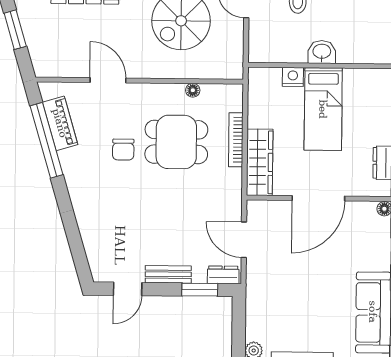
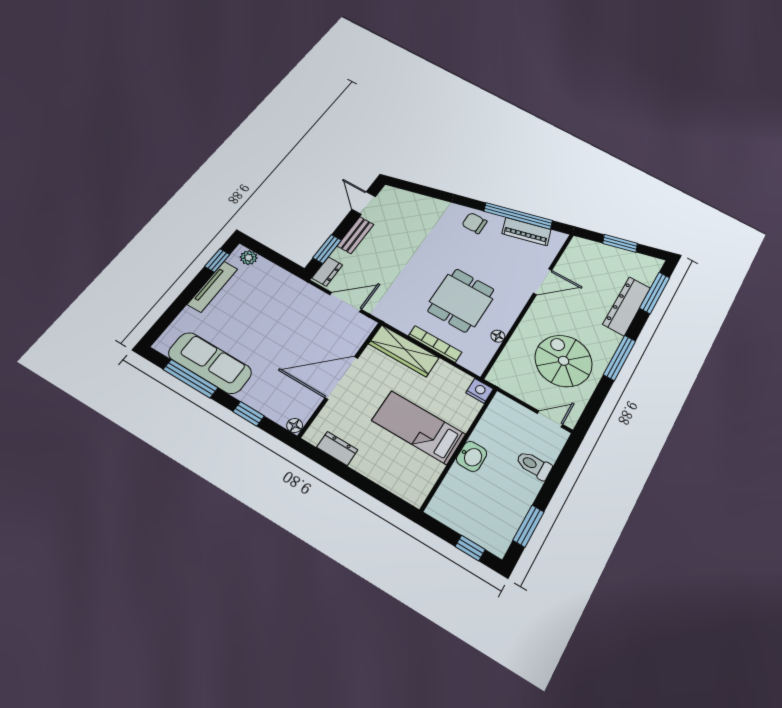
nightstand: (293, 77) -> (480, 391), moved, turned -90
chair: (123, 150) -> (474, 223), moved
door: (318, 198) -> (341, 378), hinge flipped

